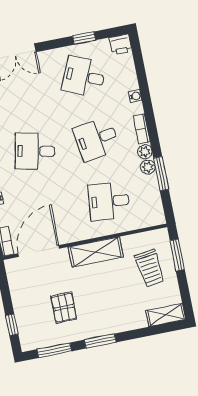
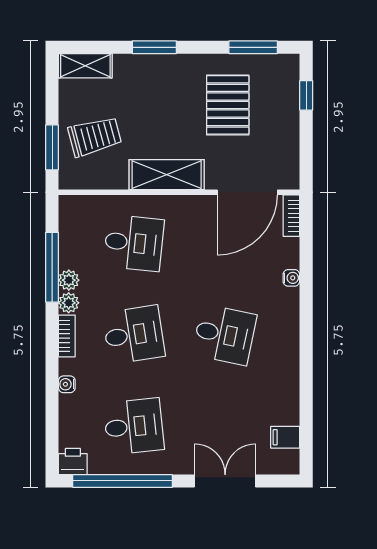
window: (84, 38) -> (123, 481), width x3.17
desk: (84, 77) -> (134, 426), turned -30
window: (161, 174) -> (52, 267), width x1.44
trolley: (150, 268) -> (95, 136), turned 83
pallet: (64, 308) -> (228, 105), width x1.50, depth x1.42
window: (100, 341) -> (154, 47), moved

